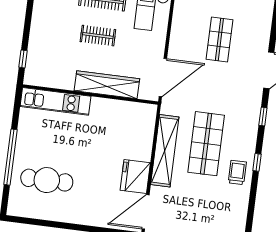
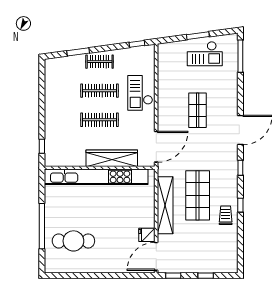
clothes rail: (98, 36) -> (100, 120), width x1.36
kitchen unit: (55, 101) -> (96, 177), width x1.86
fridge: (135, 177) -> (147, 235), width x0.53, depth x0.75

